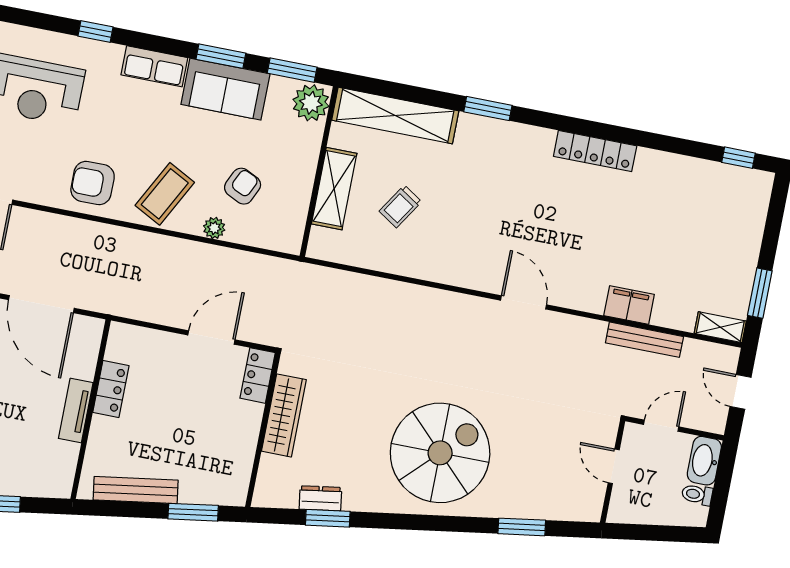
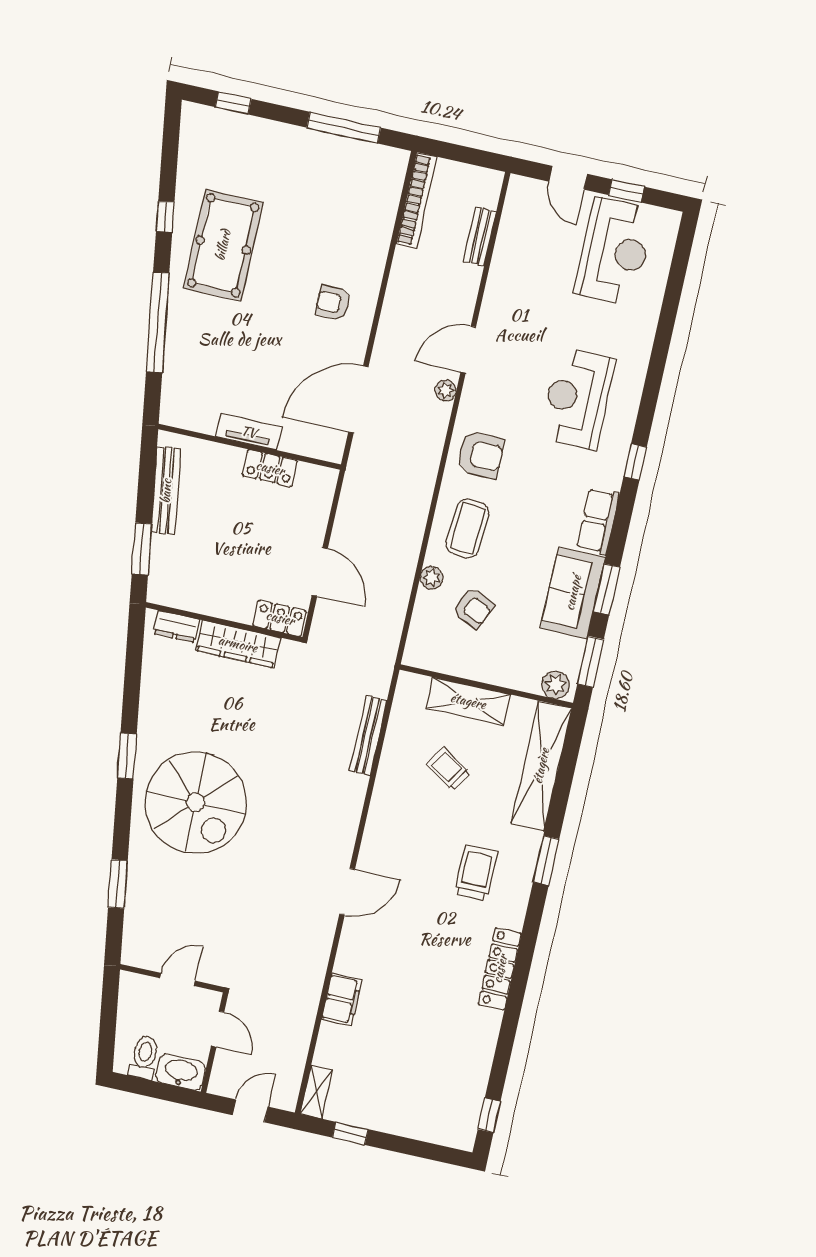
plant: (311, 103) -> (556, 685), width x0.73, depth x0.73
trolley: (501, 177) -> (476, 873), added
armchair: (93, 183) -> (481, 455), turned 90
coffee table: (165, 194) -> (468, 528), turned 66
plant: (31, 219) -> (446, 391), added
window: (760, 293) -> (350, 1133), width x0.67
bench: (644, 340) -> (368, 736), moved
toilet: (697, 495) -> (144, 1057), width x1.37, depth x1.39
dresser: (320, 498) -> (177, 627), moved, turned 99
window: (328, 518) -> (127, 756), moved

